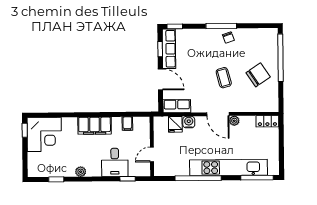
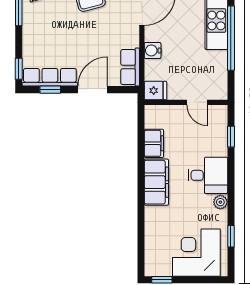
filing cabinet: (127, 124) -> (154, 143), width x2.00
fridge: (175, 124) -> (155, 91), moved
corner desk: (44, 134) -> (196, 253), moved, turned -90
desk: (115, 162) -> (208, 175), moved

